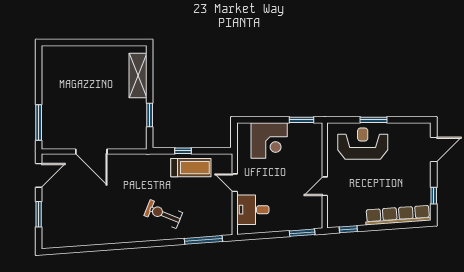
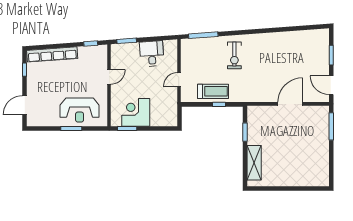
corner desk: (269, 141) -> (136, 112), moved
door: (91, 151) -> (290, 104), hinge flipped
treadmill: (191, 168) -> (213, 91), turned 180
door: (39, 175) -> (331, 85), hinge flipped
door: (235, 183) -> (179, 80), swing flipped
desk: (253, 210) -> (152, 54), moved, turned -94
exercise bike: (163, 214) -> (234, 55), turned 68

